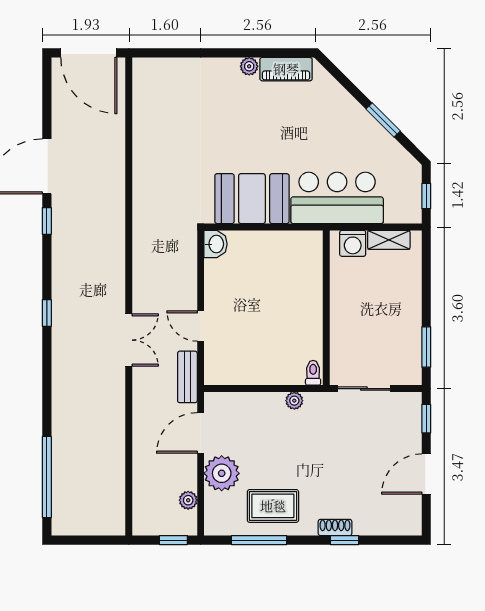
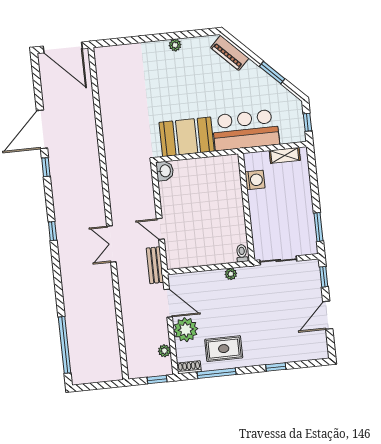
piano: (286, 69) -> (230, 53), moved, turned 45
washing machine: (353, 243) -> (255, 180), moved, turned -90
double door: (129, 340) -> (111, 244), swing flipped
door: (201, 433) -> (168, 303), swing flipped
shoe rack: (335, 527) -> (189, 367), moved

